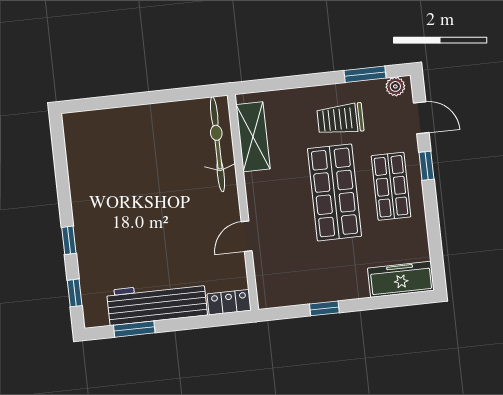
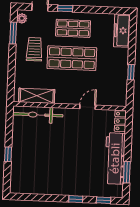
window: (134, 99) -> (8, 154), added
trolley: (340, 119) -> (34, 49), turned 180
door: (247, 236) -> (88, 107), swing flipped

